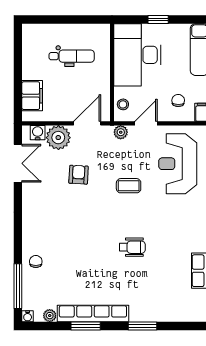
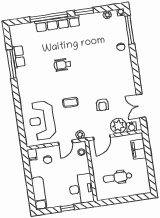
desk: (137, 55) -> (81, 189), width x0.73, depth x0.77
reception desk: (178, 164) -> (42, 121), turned 180
row of seats: (93, 313) -> (58, 24), moved
window: (143, 326) -> (49, 17), width x2.11

